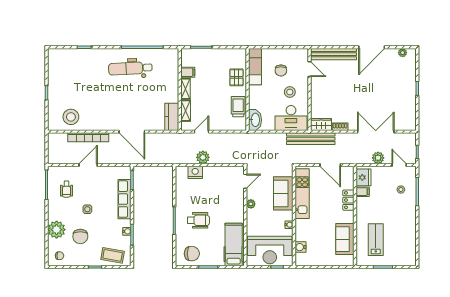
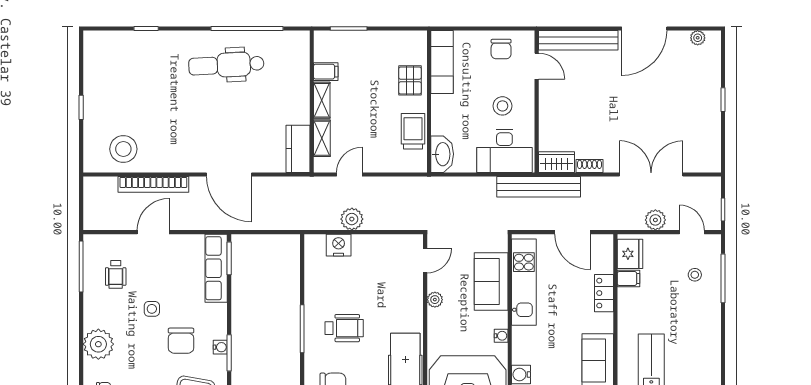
chair: (281, 71) -> (501, 49), moved
row of seats: (125, 199) -> (216, 268), moved
chair: (80, 236) -> (181, 341), moved

